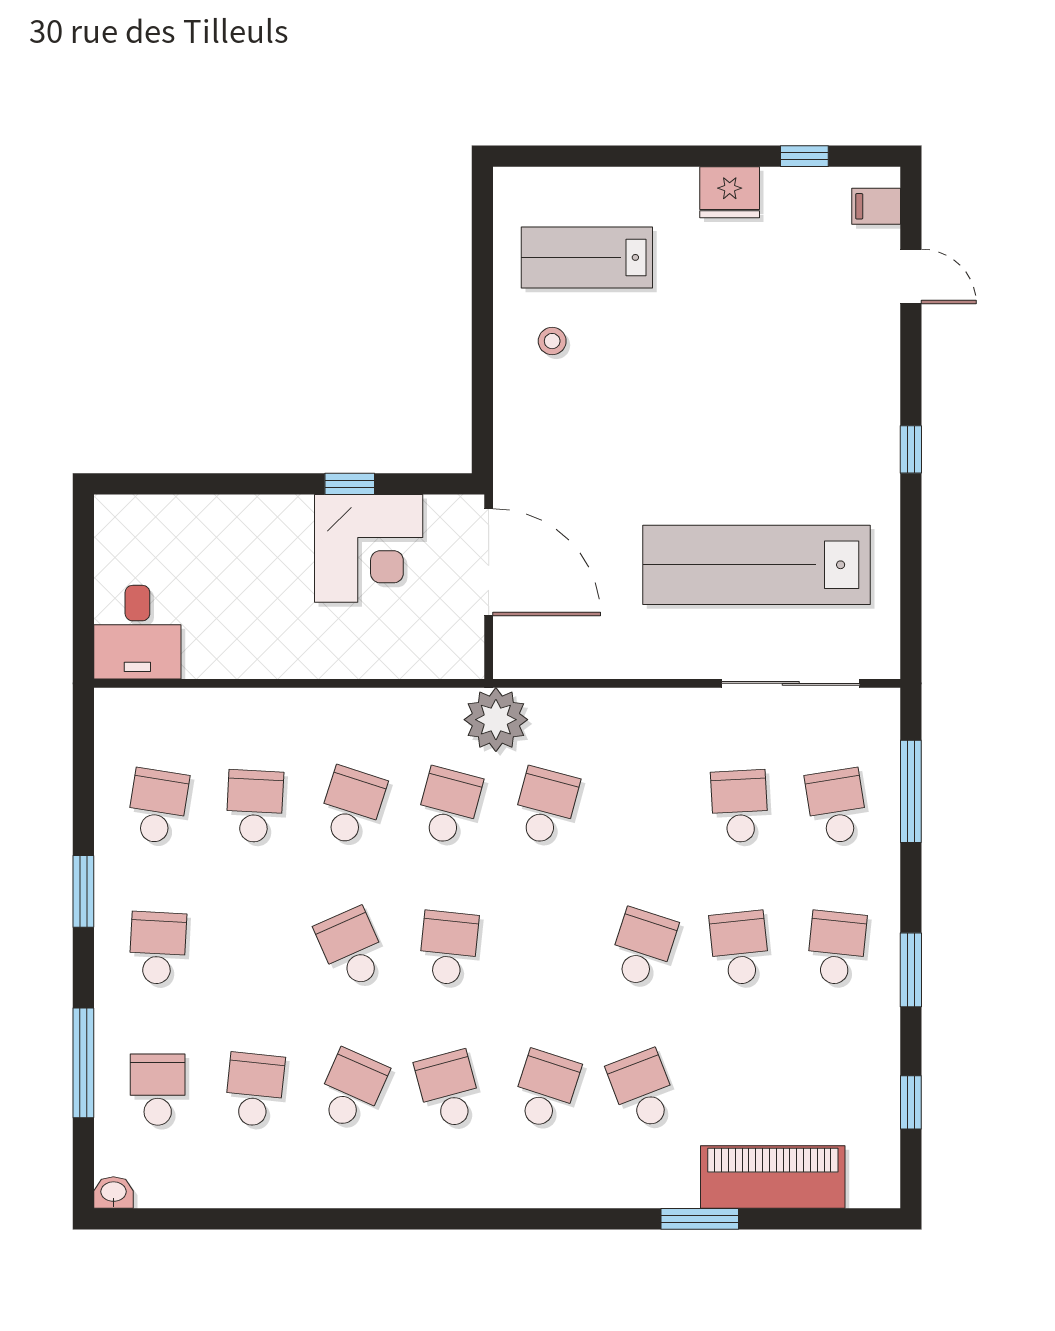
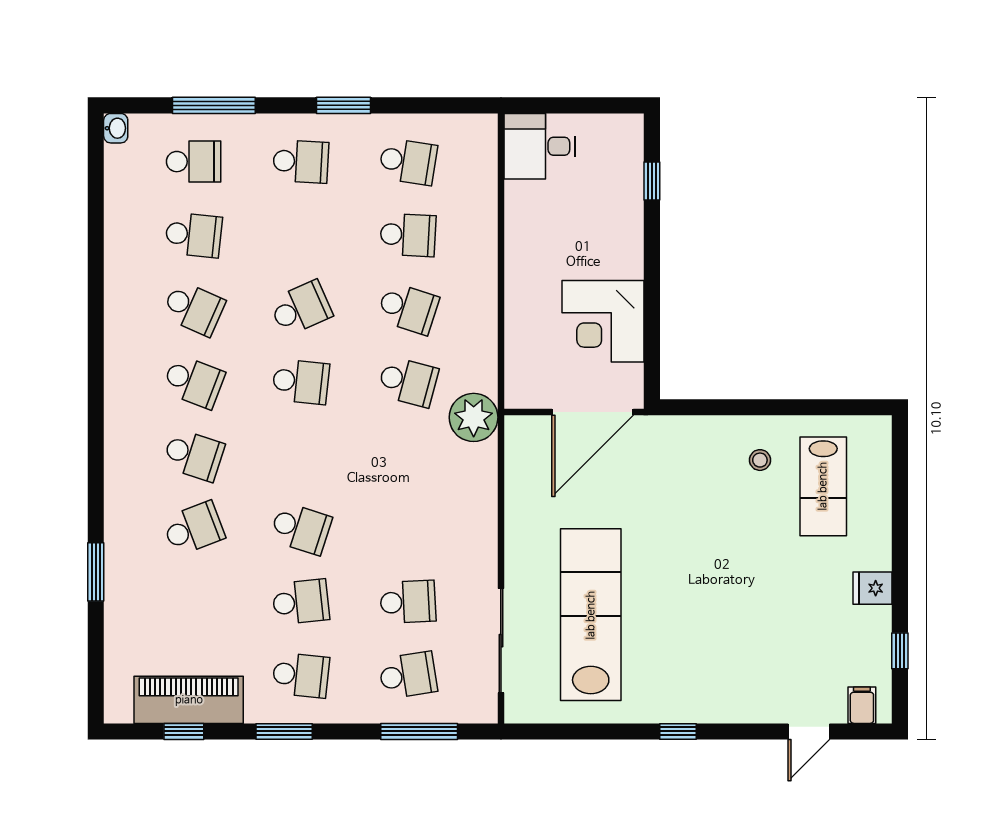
fridge: (730, 192) -> (873, 588), width x0.72
lab bench: (587, 257) -> (823, 486), turned 180
window: (350, 484) -> (652, 181), moved
school desk: (546, 806) -> (408, 455), removed
school desk: (449, 1090) -> (194, 382), turned 36
piano: (773, 1177) -> (189, 700), moved, turned -90

